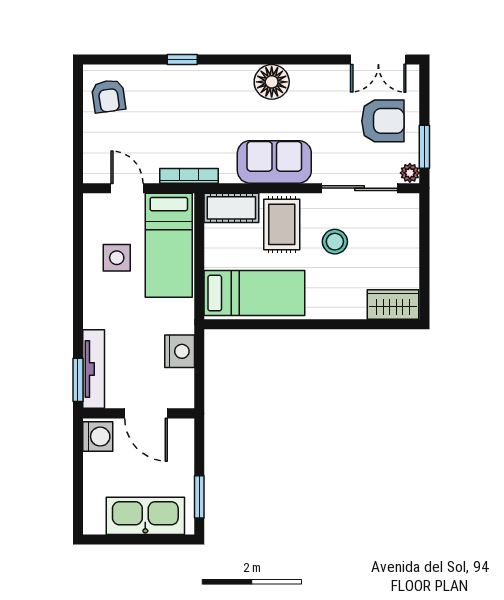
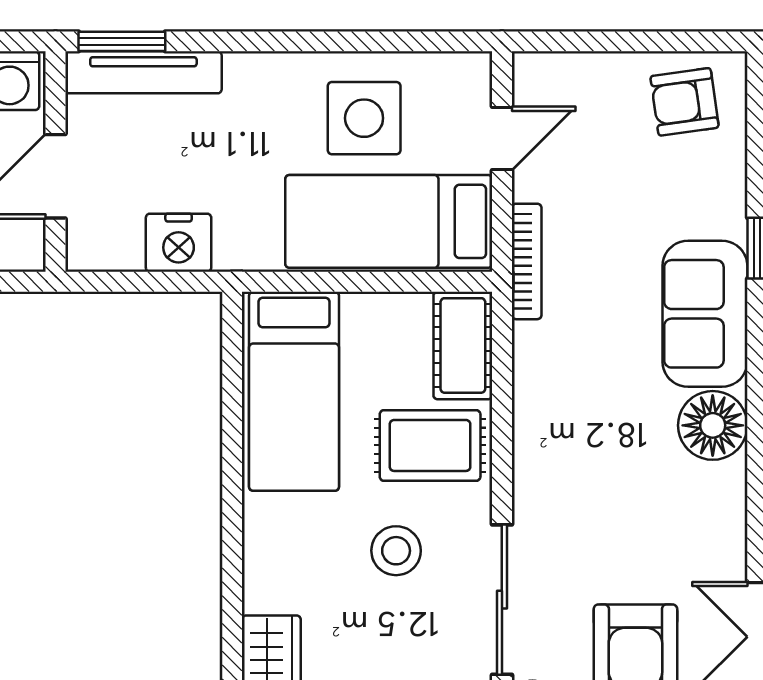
sofa: (274, 162) -> (705, 314), moved, turned 180
side table: (117, 258) -> (364, 118), width x1.37, depth x1.37

